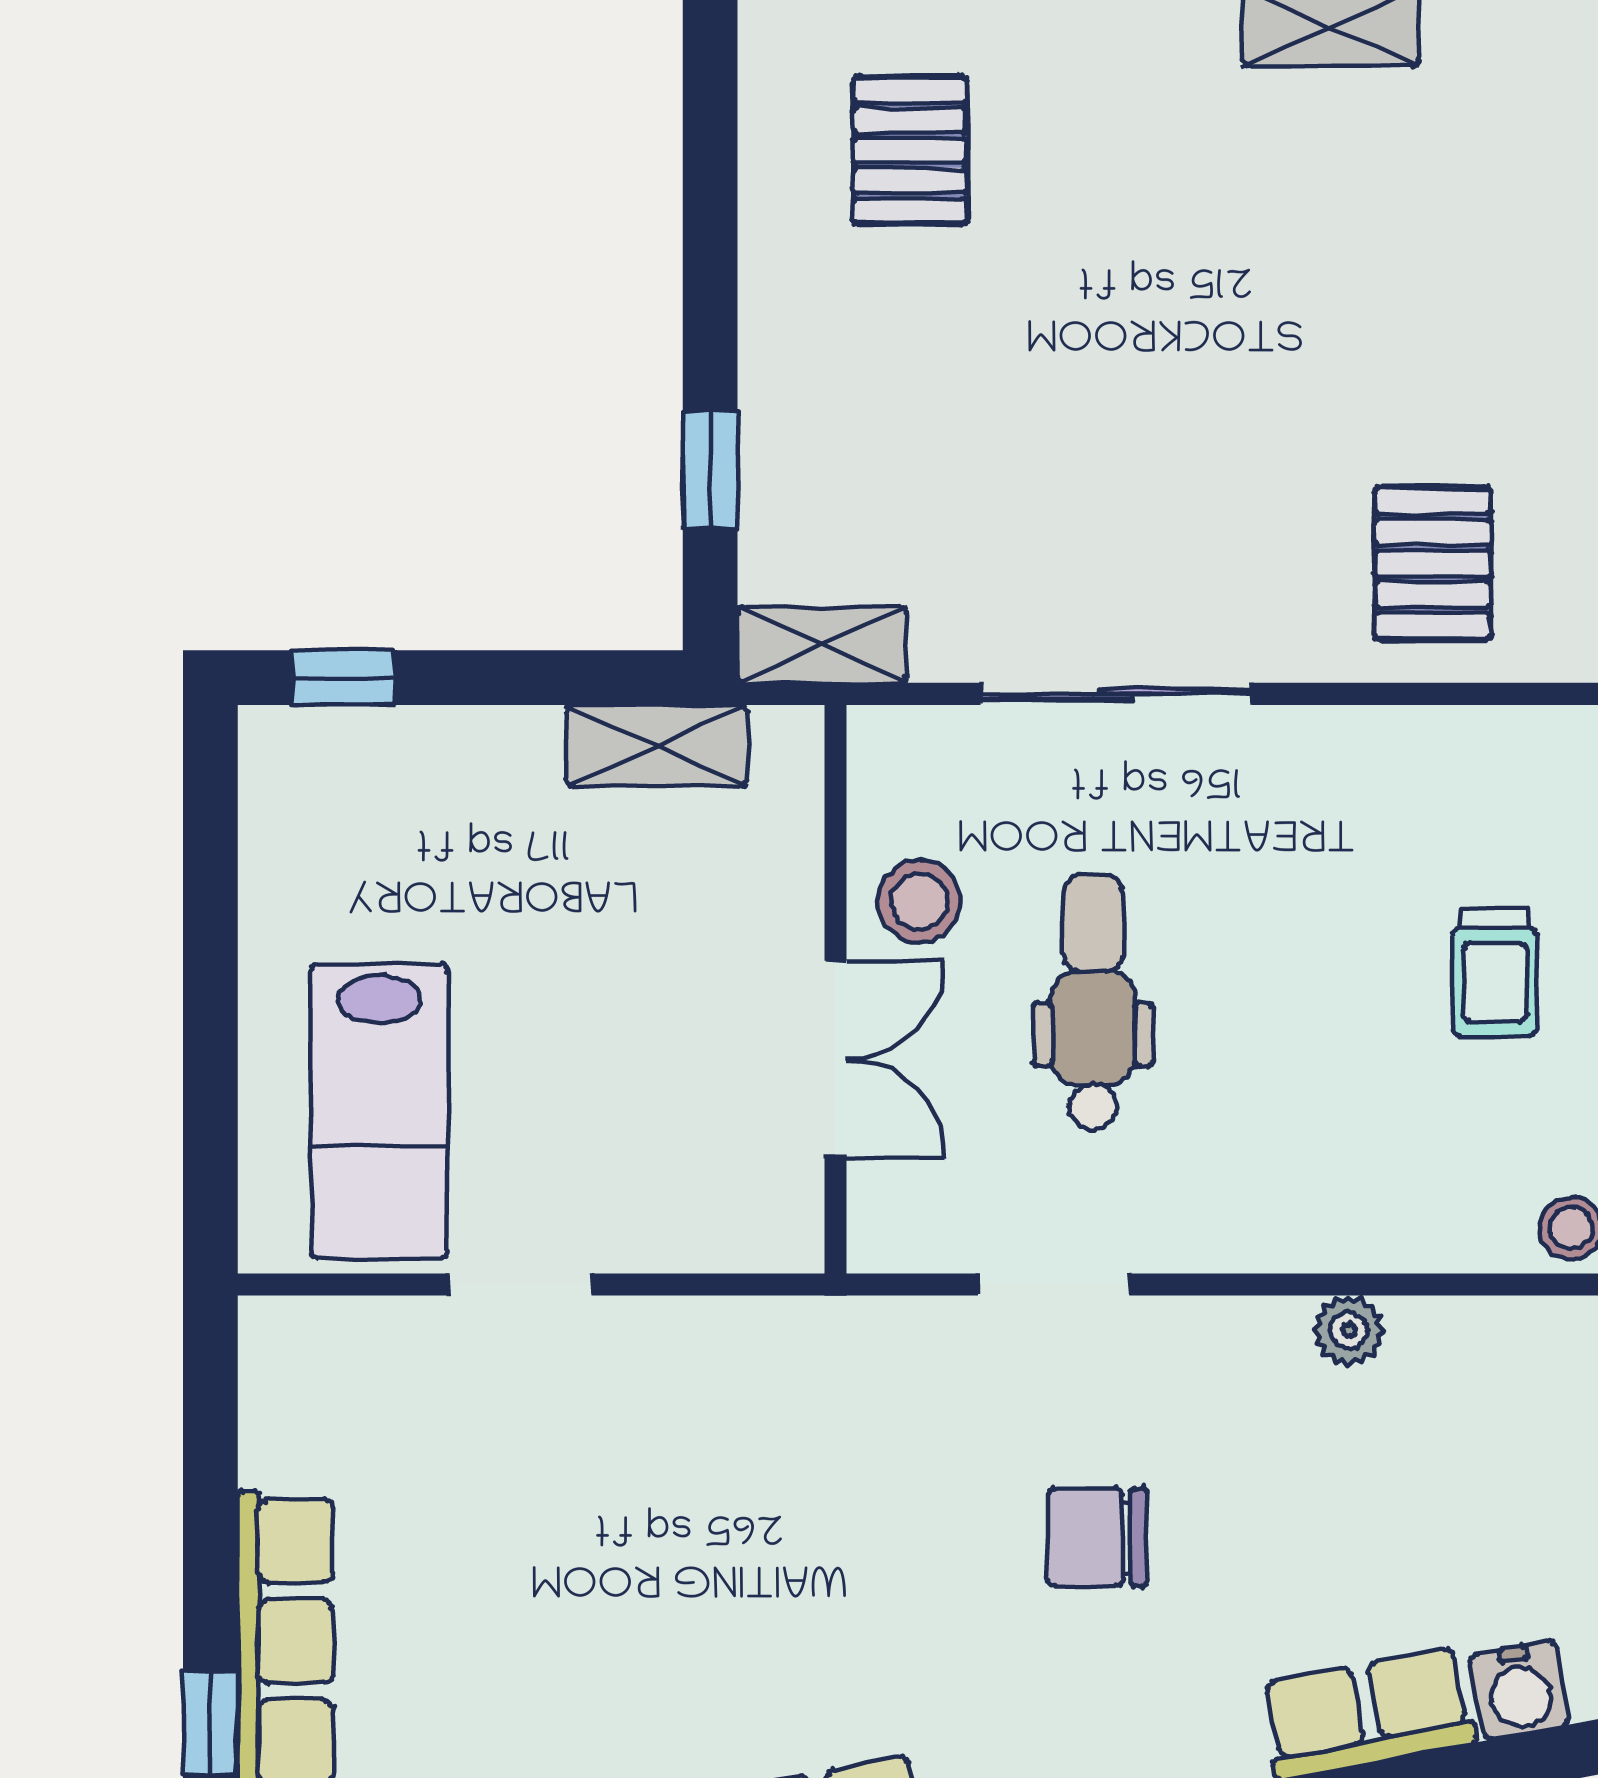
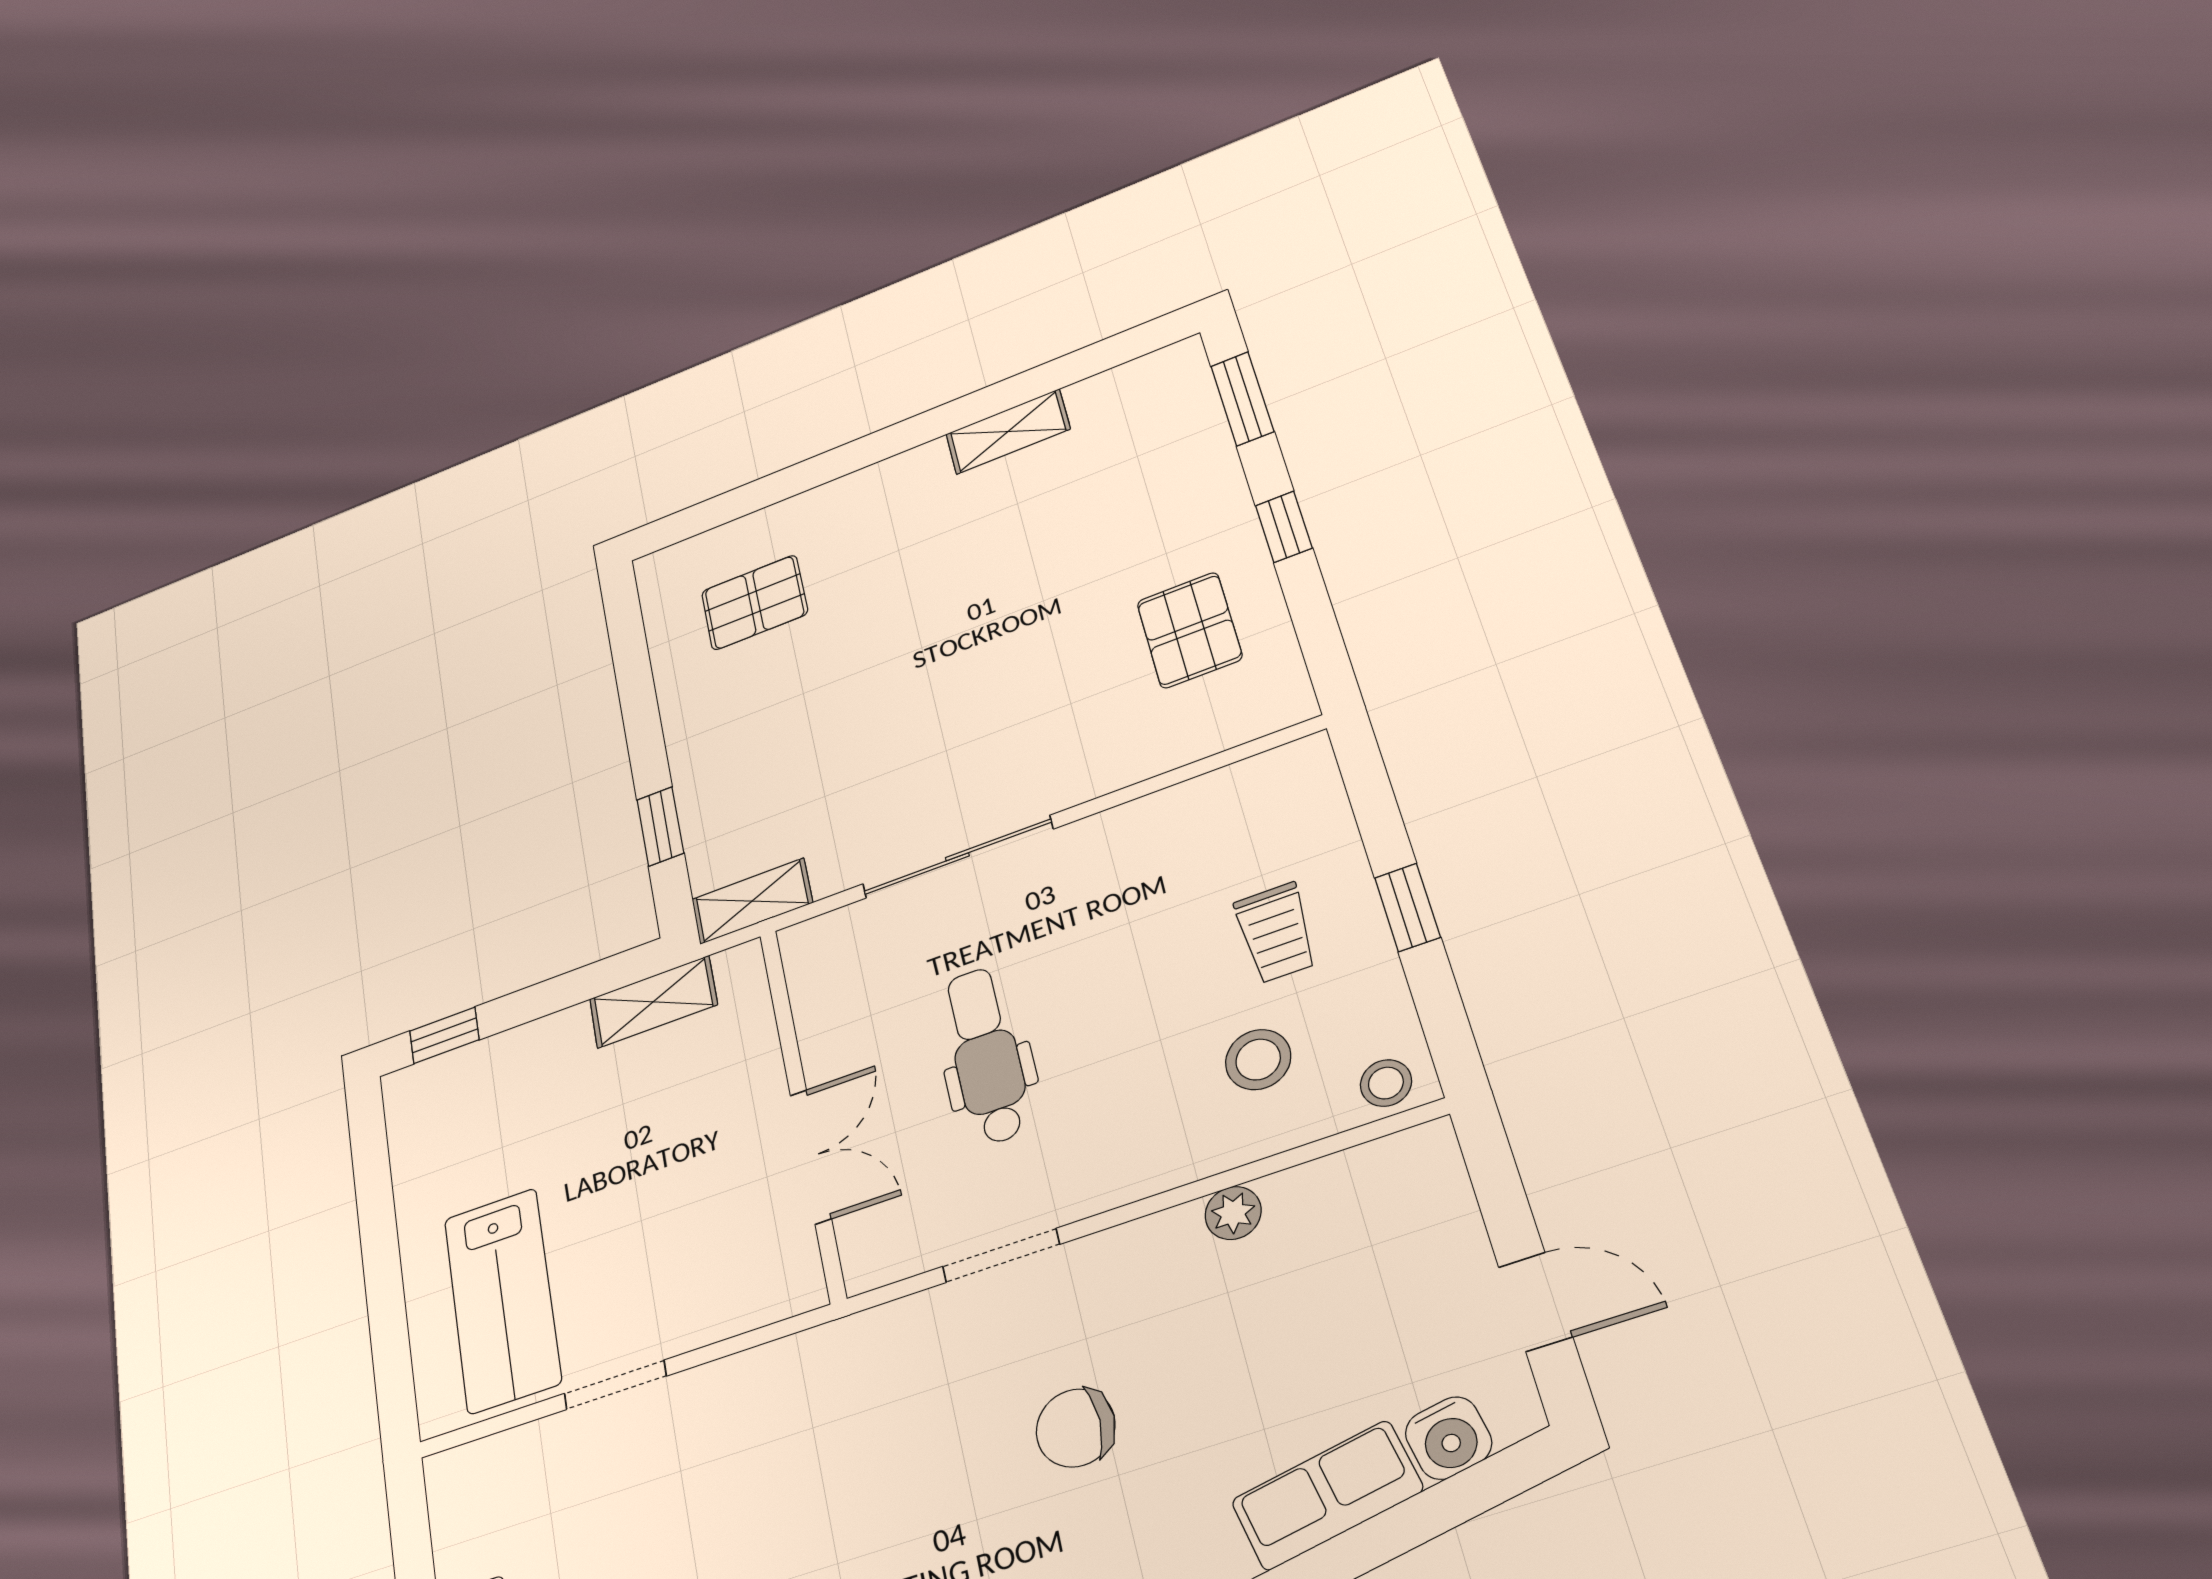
pallet: (910, 150) -> (754, 603), turned 90
pallet: (1433, 564) -> (1189, 630), moved
stool: (919, 901) -> (1258, 1060), moved

